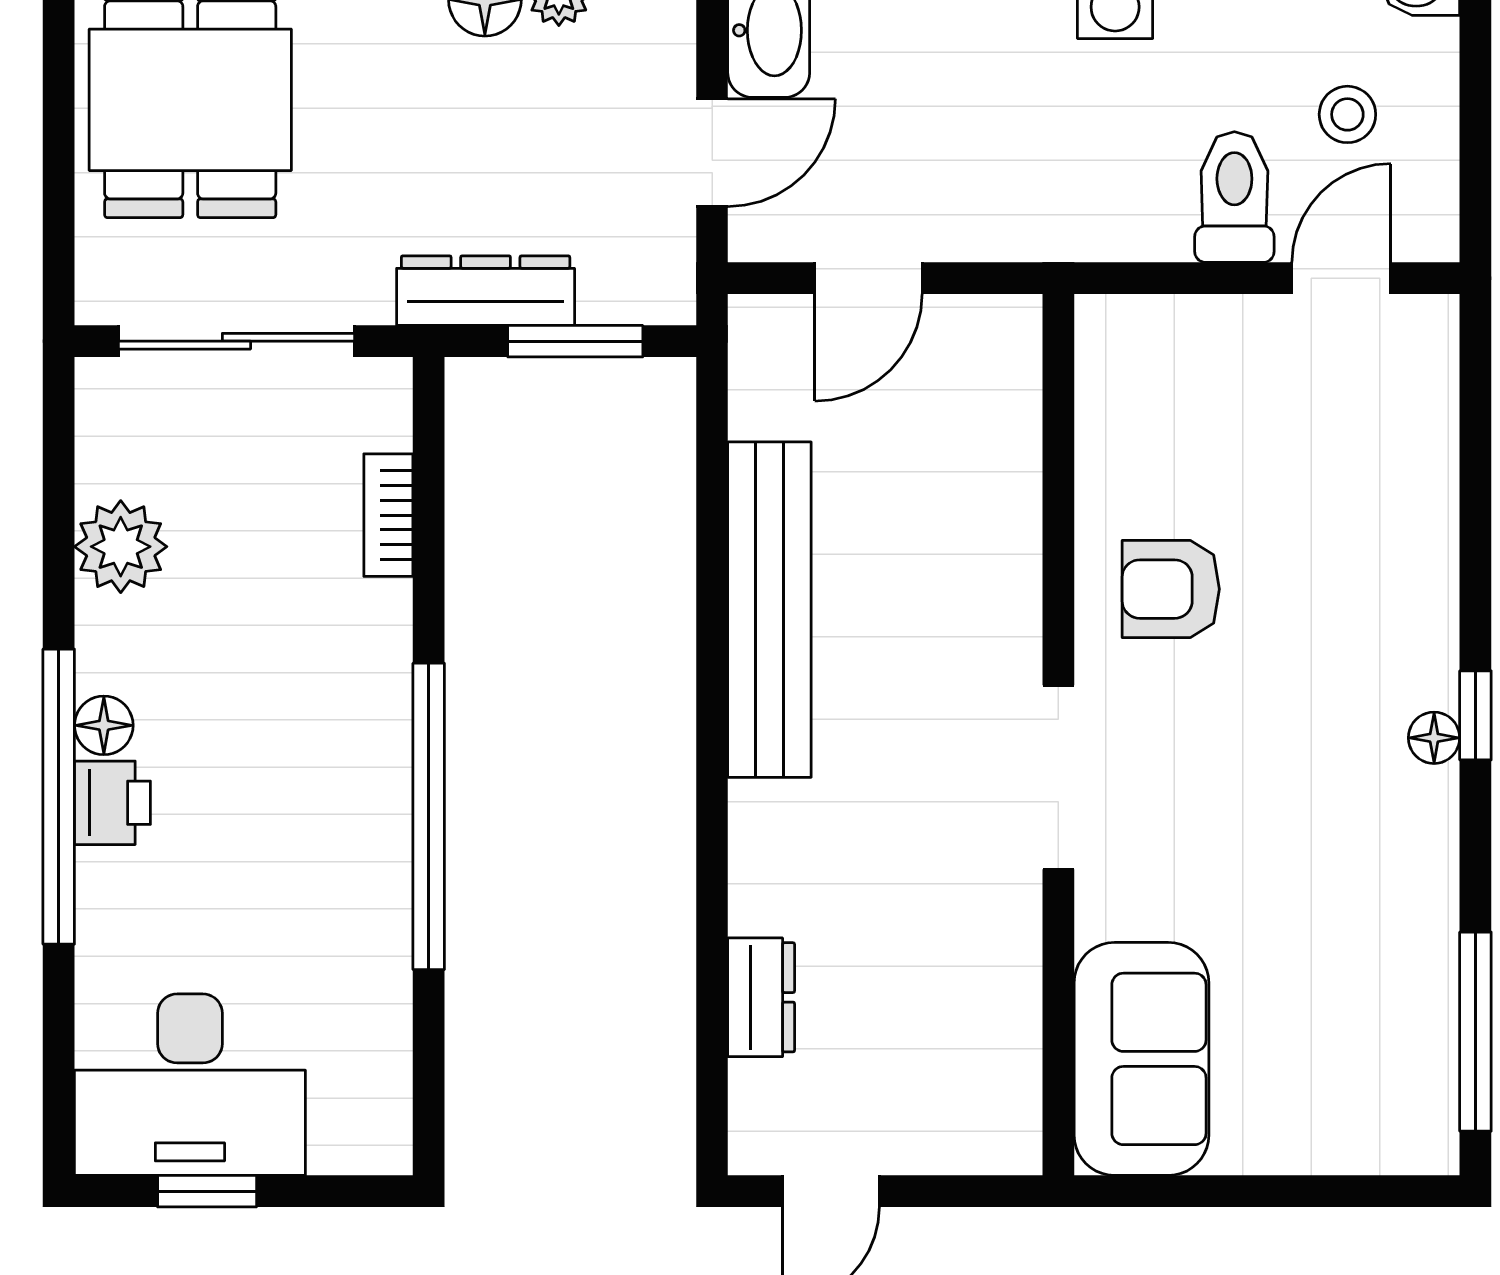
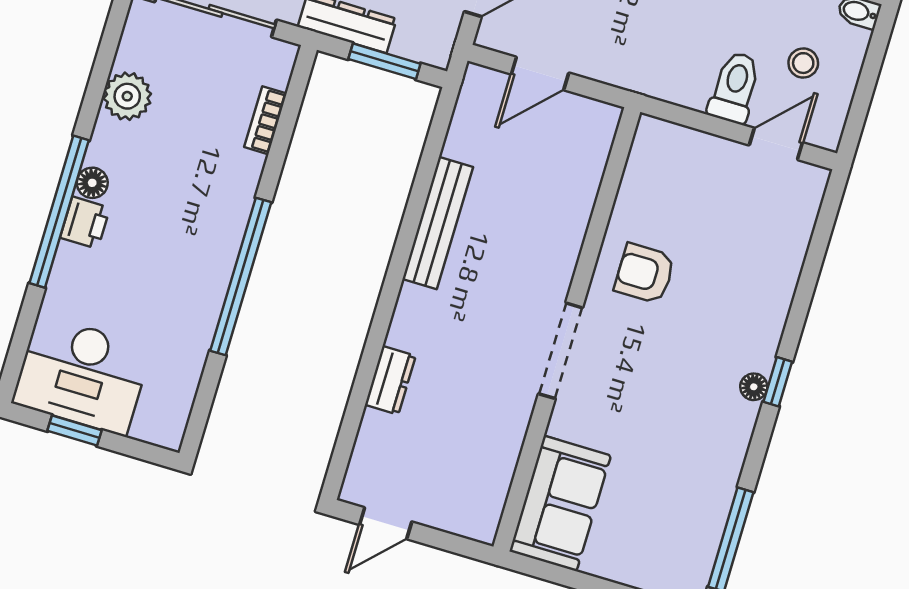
bench: (769, 610) -> (438, 223), width x0.73, depth x0.82
dresser: (761, 997) -> (390, 380), moved

